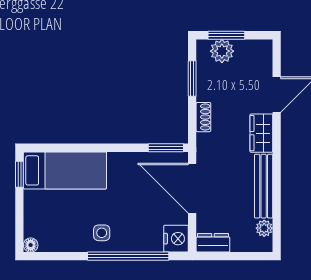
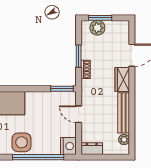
window: (192, 79) -> (79, 56), moved
door: (192, 188) -> (79, 114), width x0.53
side table: (102, 233) -> (22, 142), width x1.87, depth x1.87

